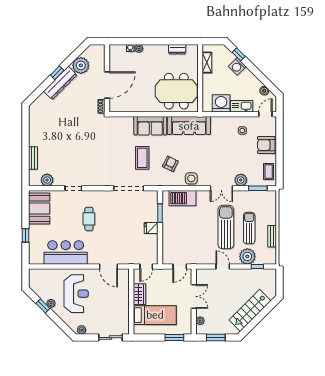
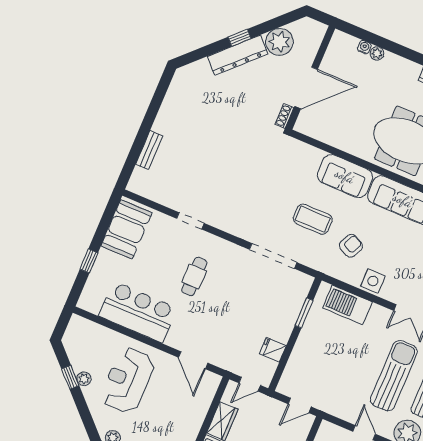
coffee table: (142, 158) -> (313, 219), turned 90
plant: (47, 180) -> (156, 192), removed
fridge: (151, 228) -> (273, 350), moved
reception desk: (76, 294) -> (128, 380), turned 180

